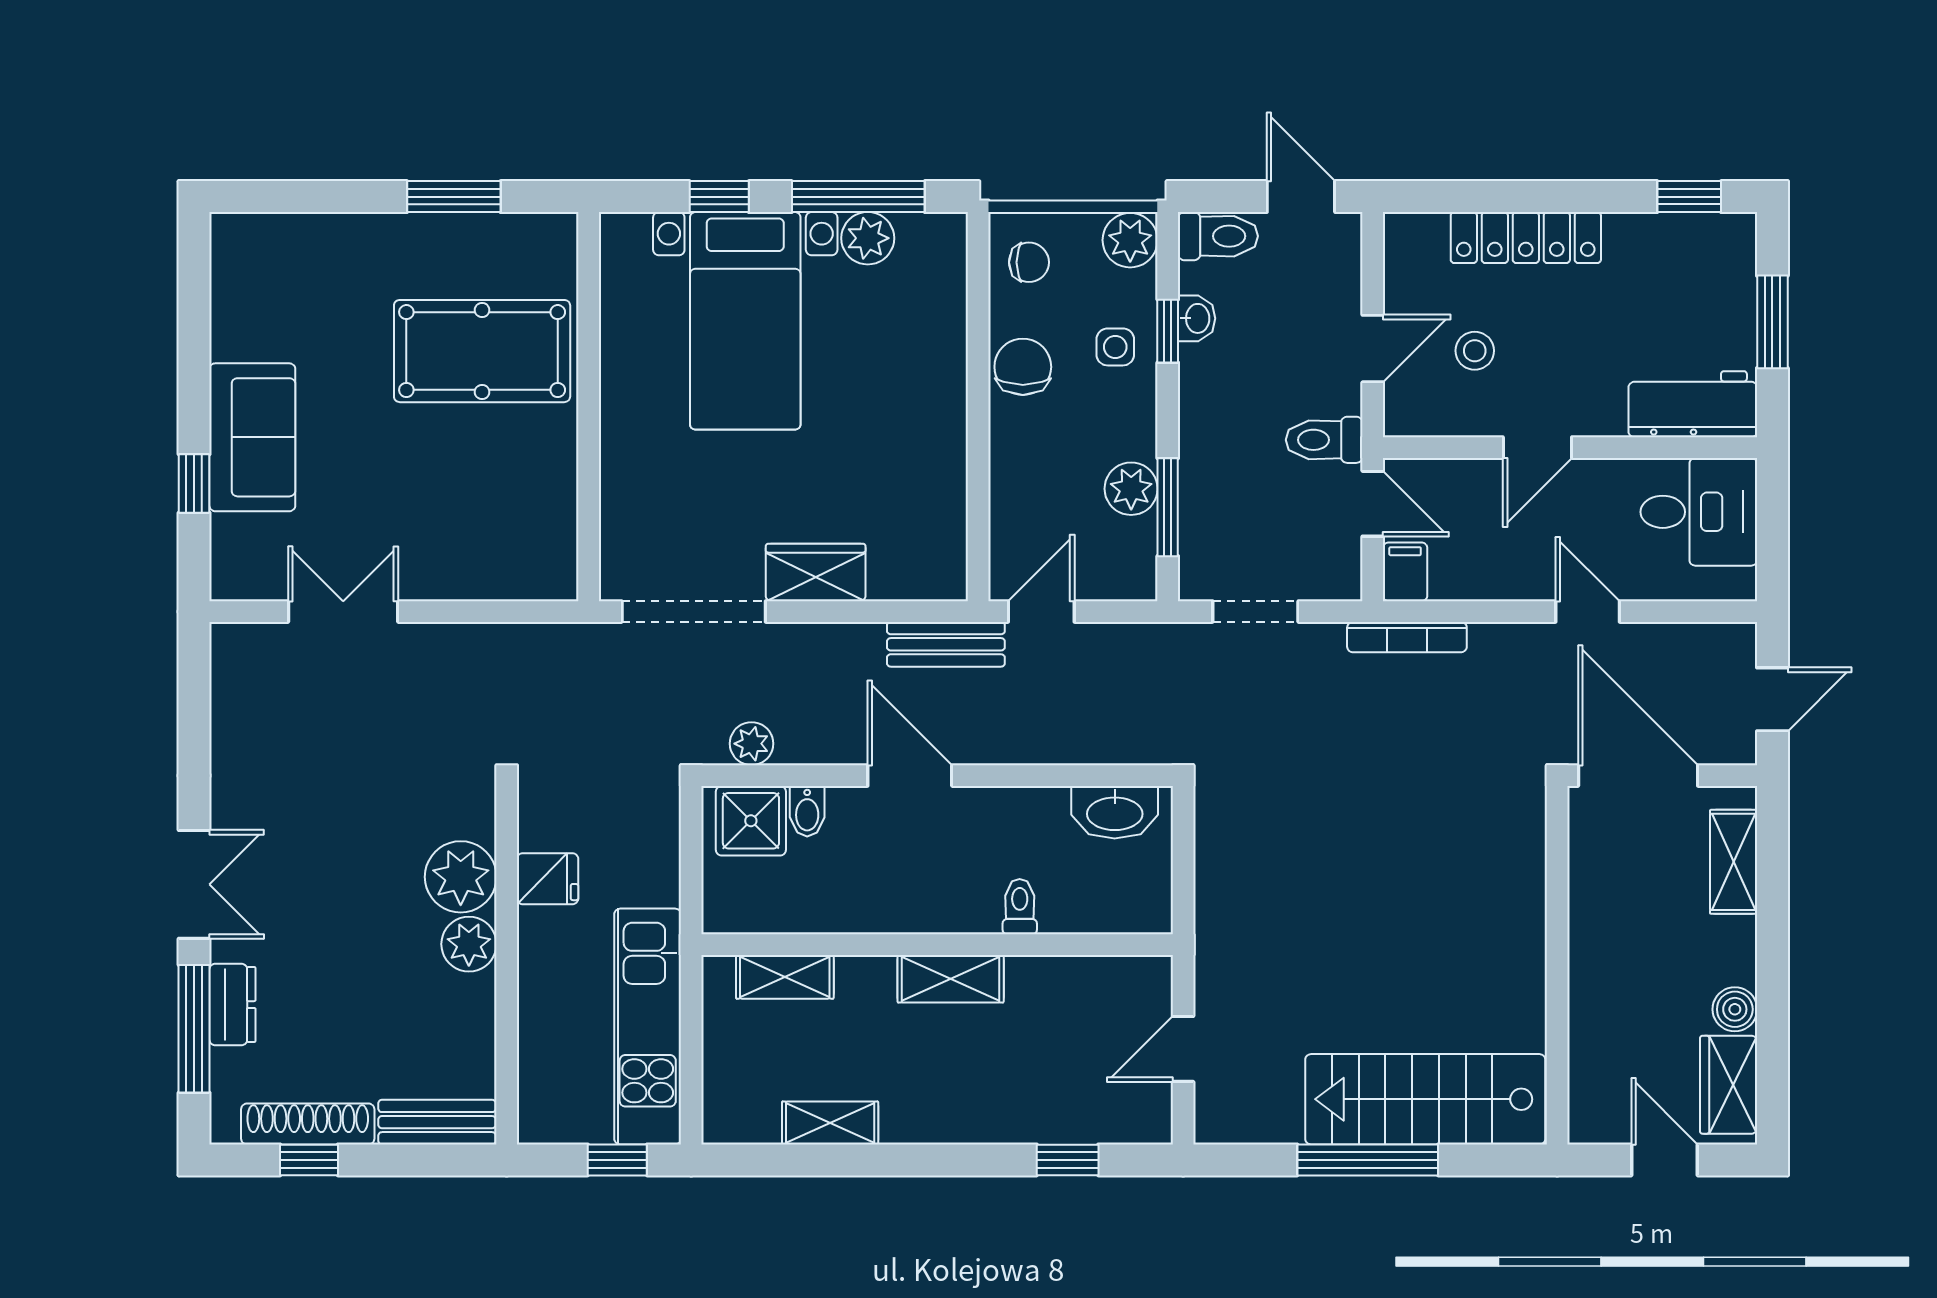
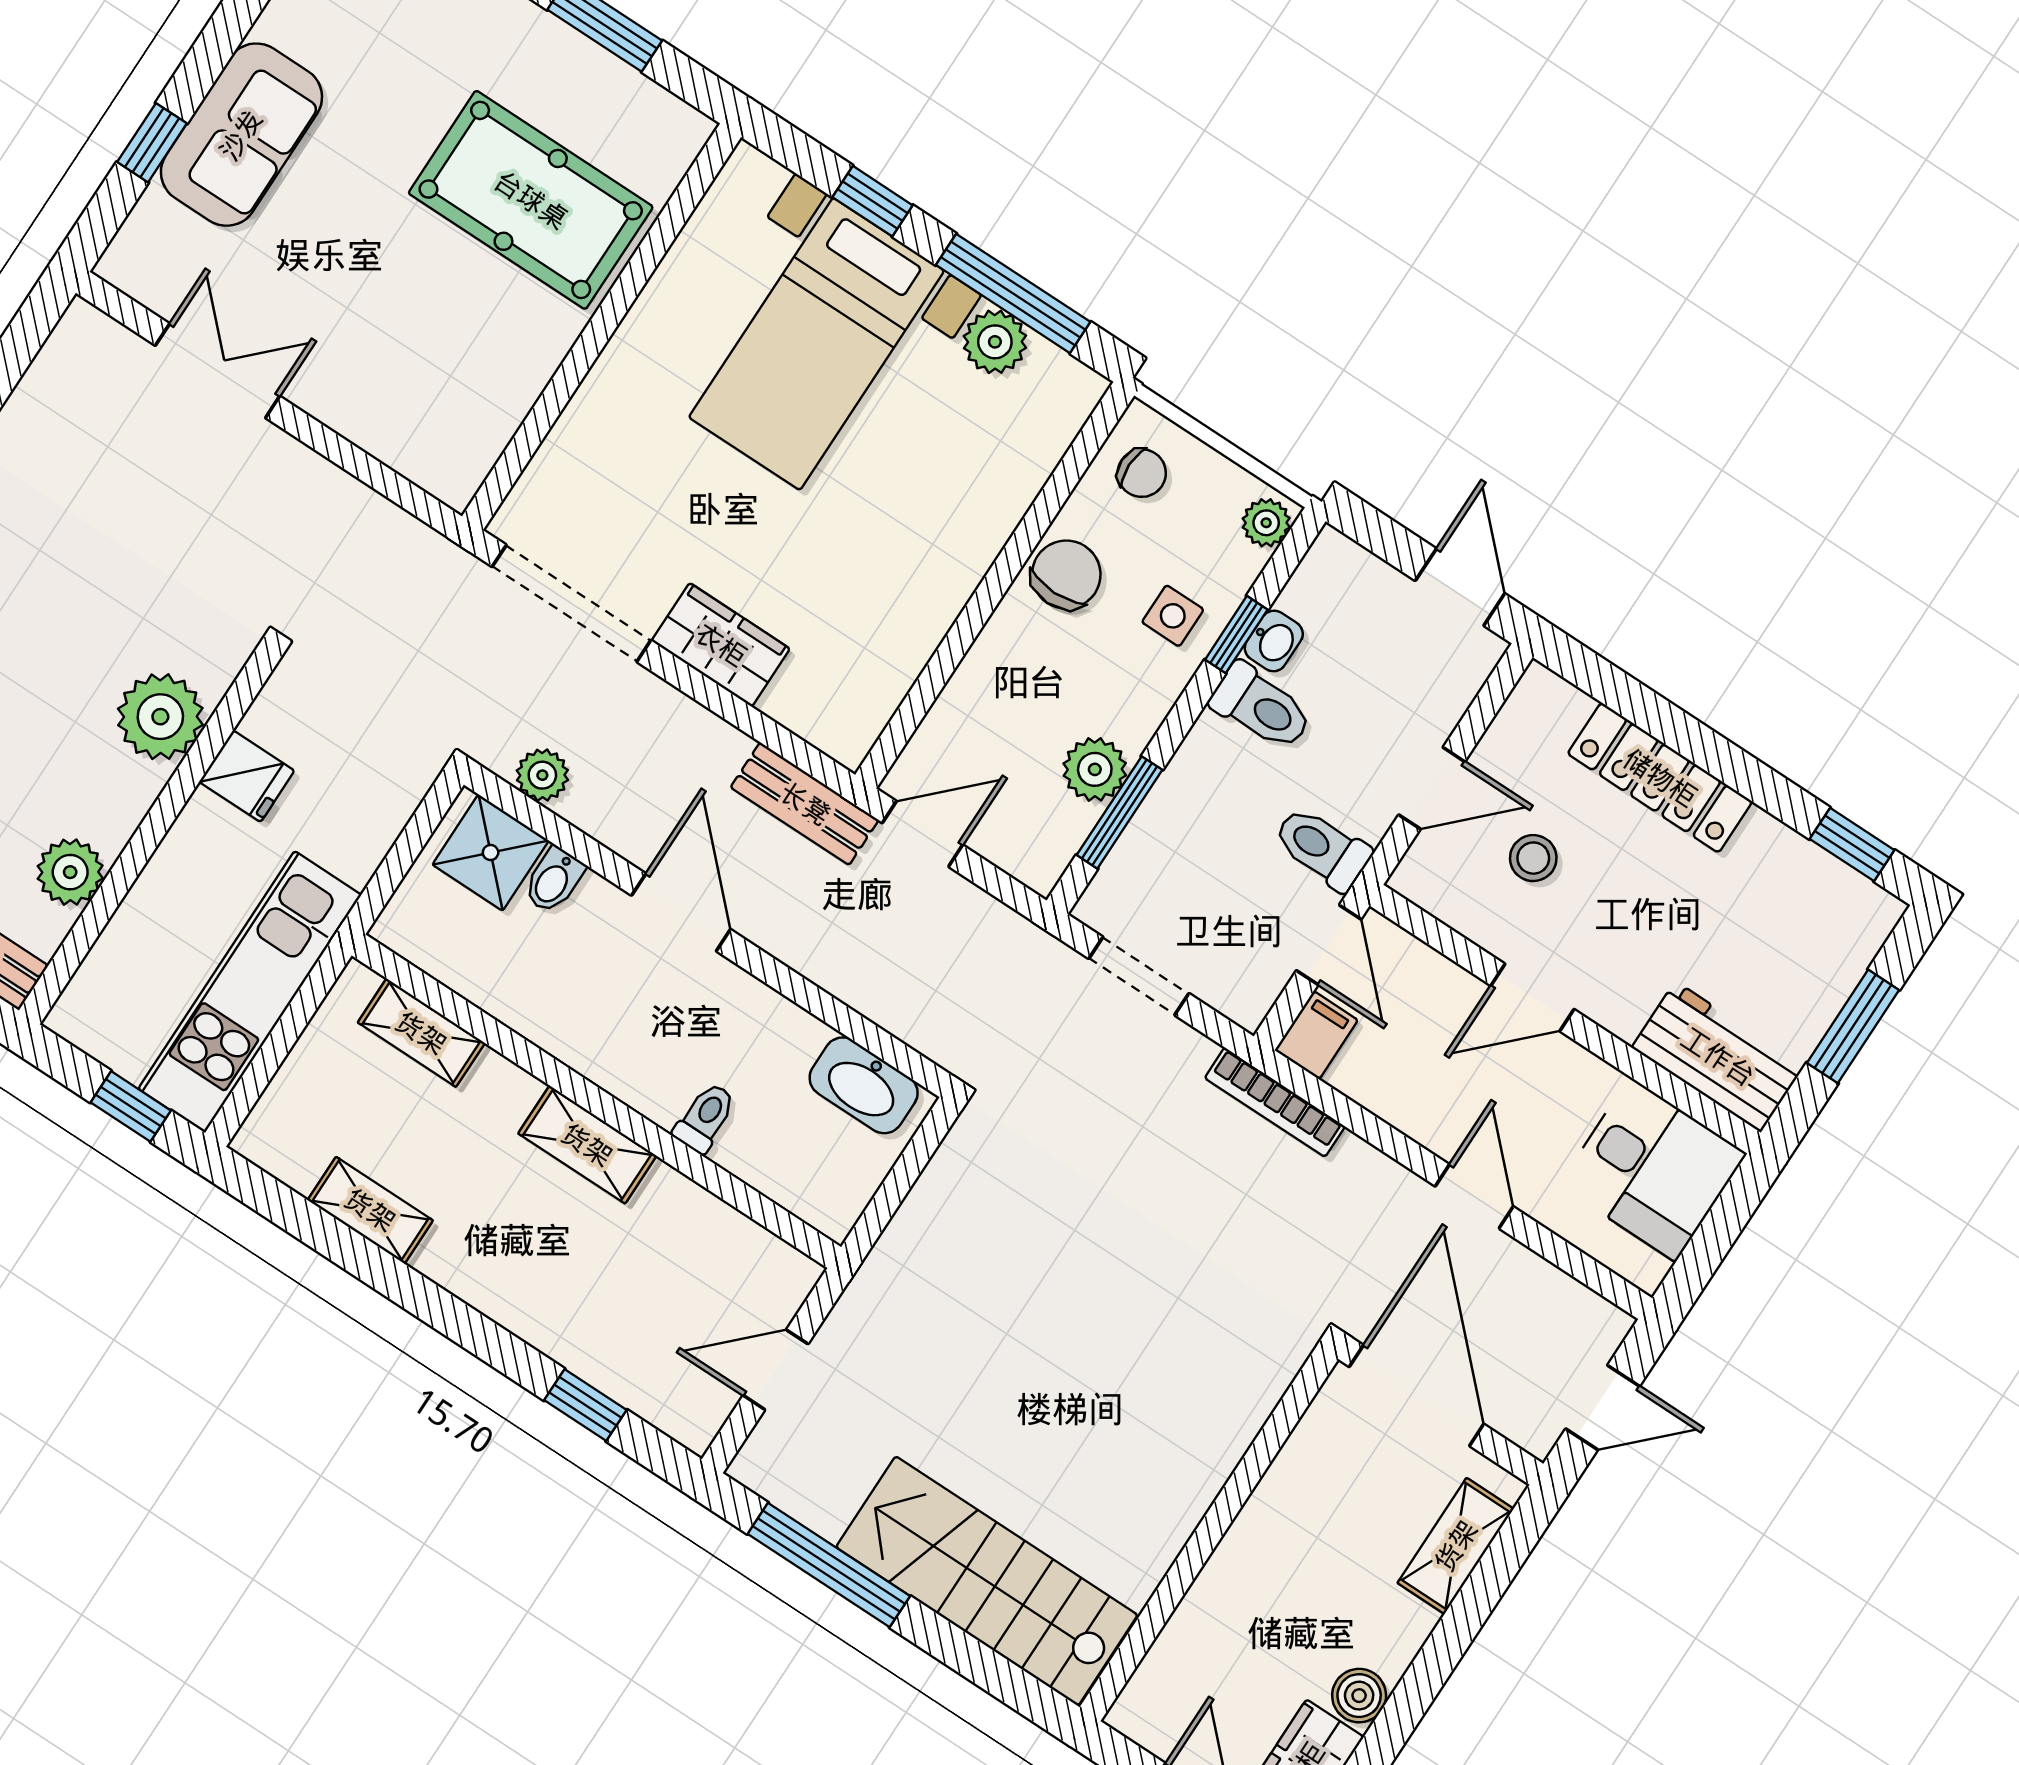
toilet: (1218, 236) -> (1261, 707), moved
plant: (1130, 240) -> (1266, 523), width x0.73, depth x0.73
plant: (469, 944) -> (70, 872), moved
window: (1368, 1160) -> (829, 1565), moved

